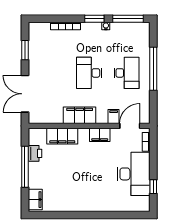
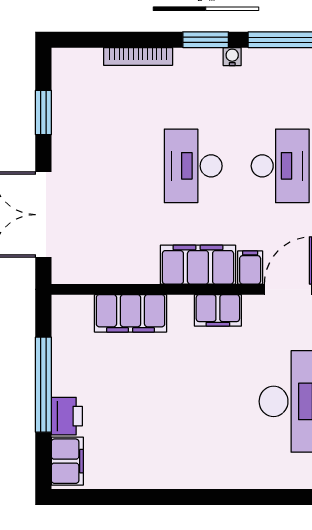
filing cabinet: (80, 115) -> (198, 265), moved
printer: (35, 153) -> (67, 416), moved

